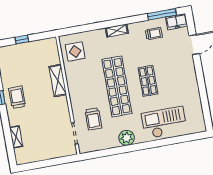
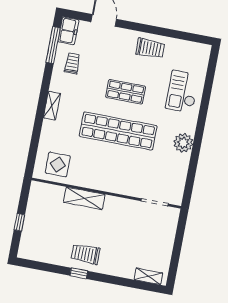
trolley: (93, 119) -> (150, 48), moved
checkout: (164, 123) -> (182, 92), width x0.73, depth x0.83
shelving: (16, 137) -> (148, 276), moved

